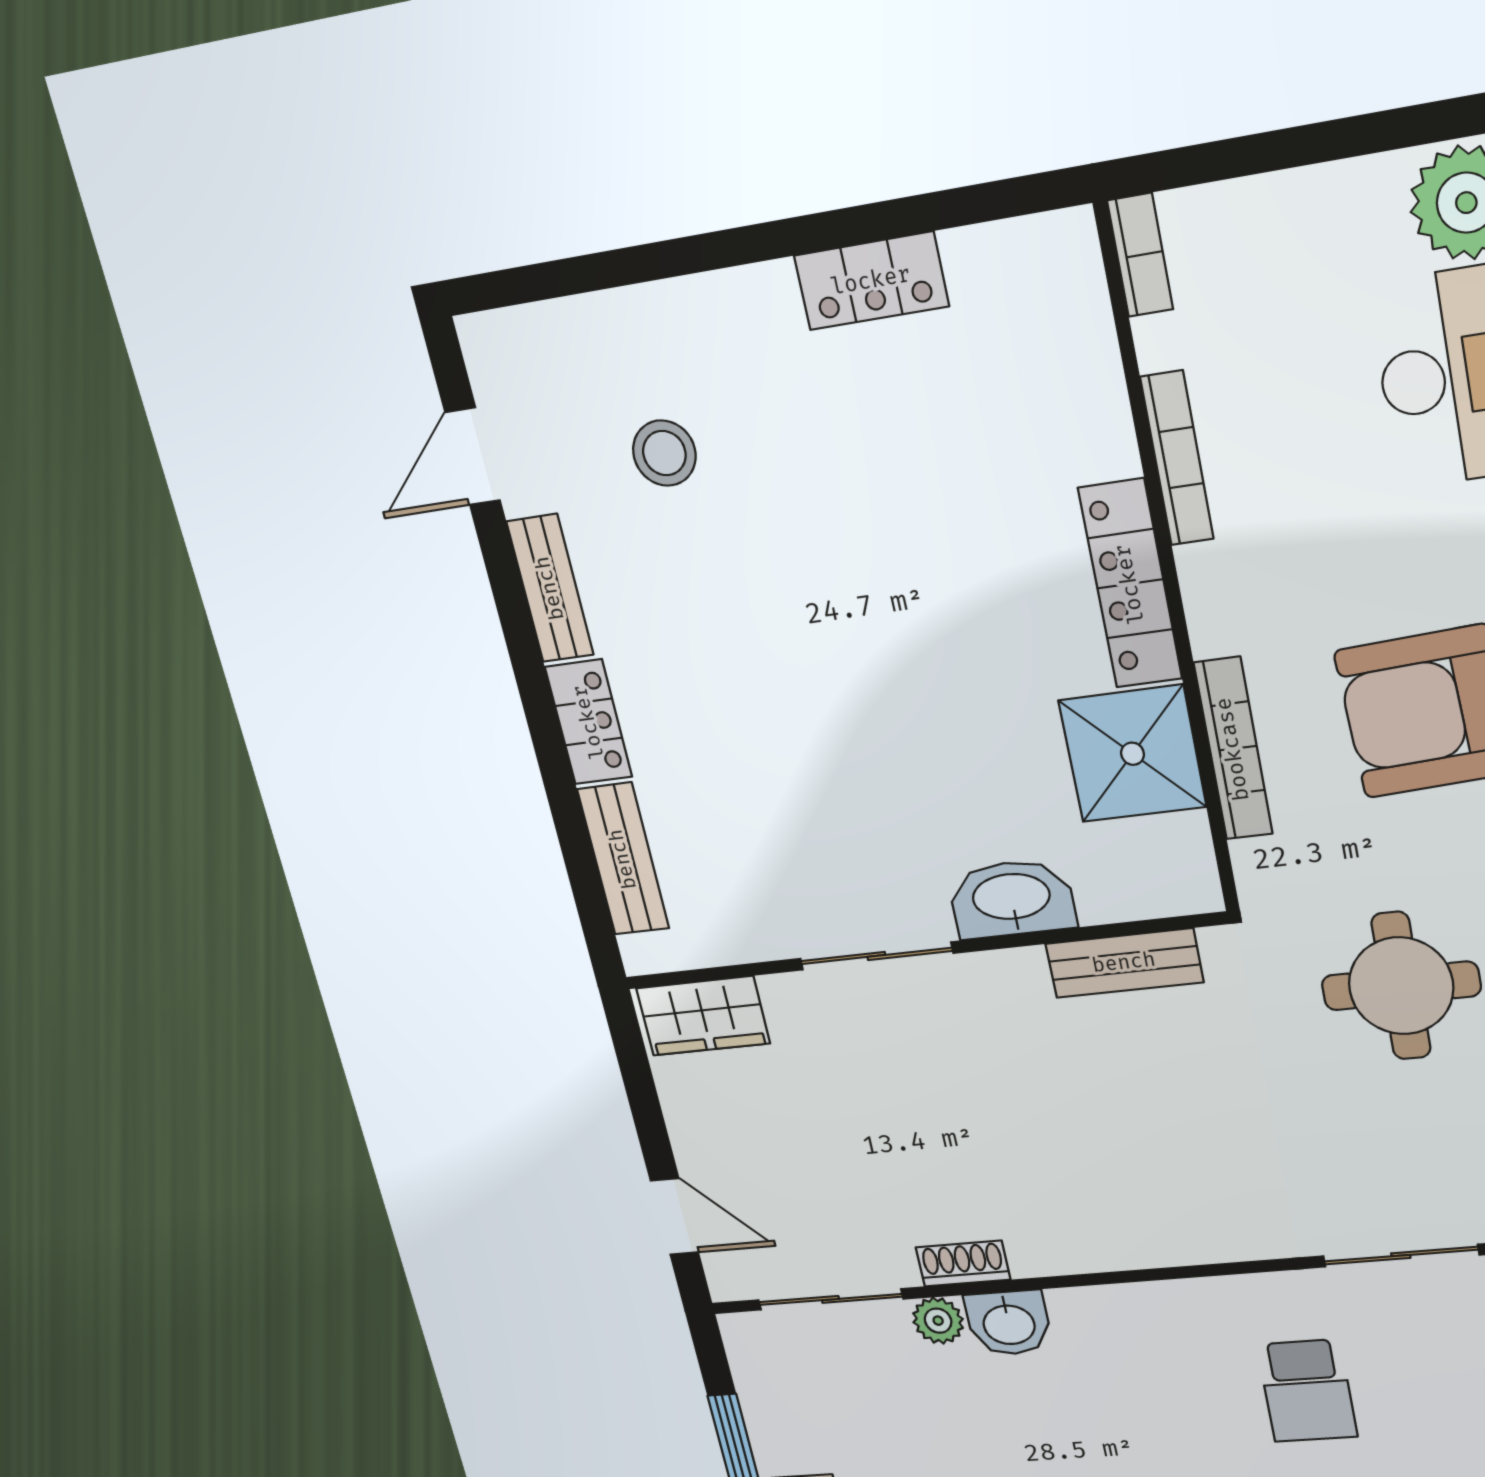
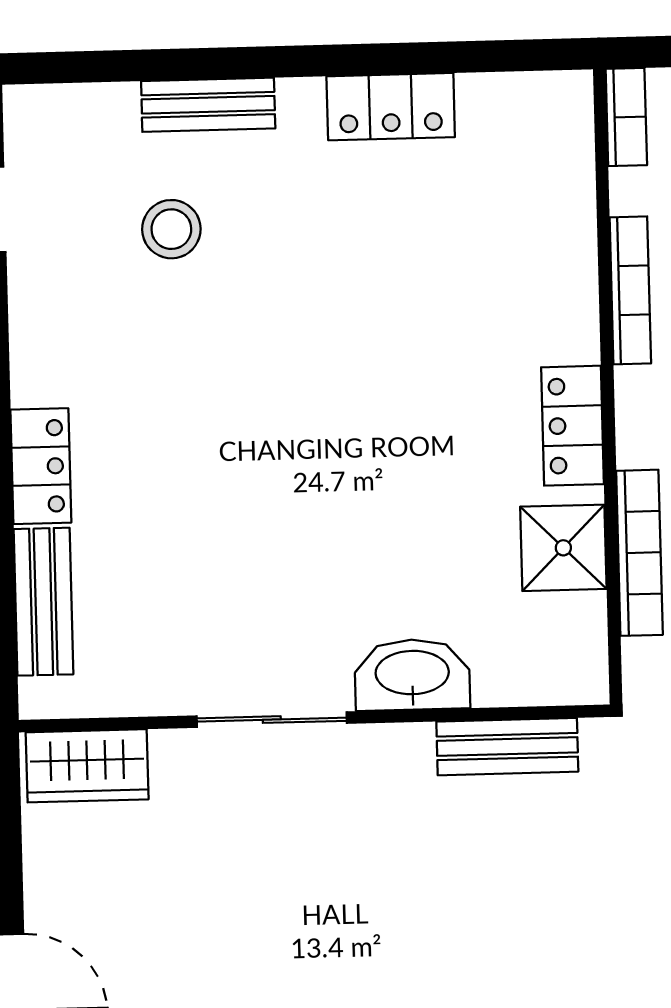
locker: (1130, 584) -> (572, 426), width x0.66
bench: (550, 588) -> (208, 105), moved, turned 90
shower: (1133, 754) -> (563, 548), width x0.73, depth x0.73

